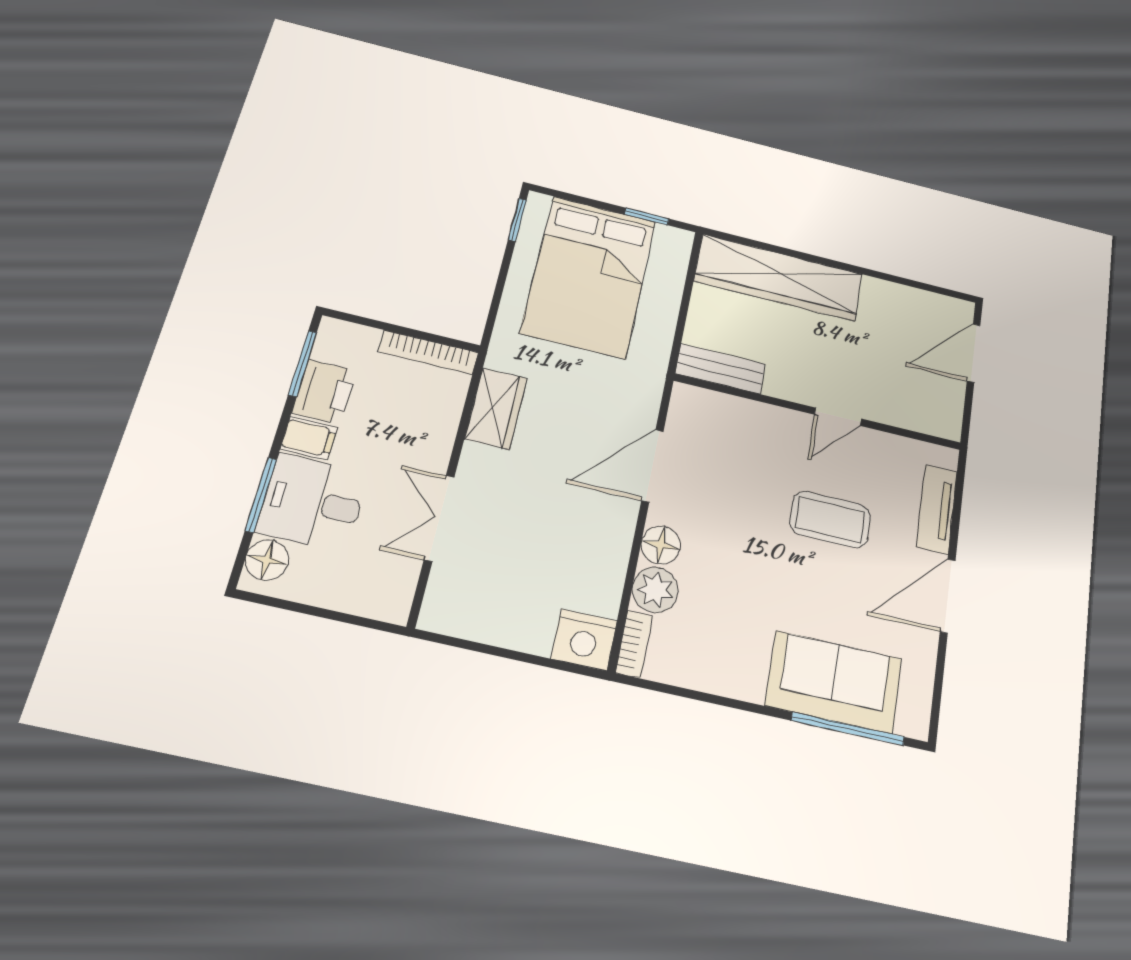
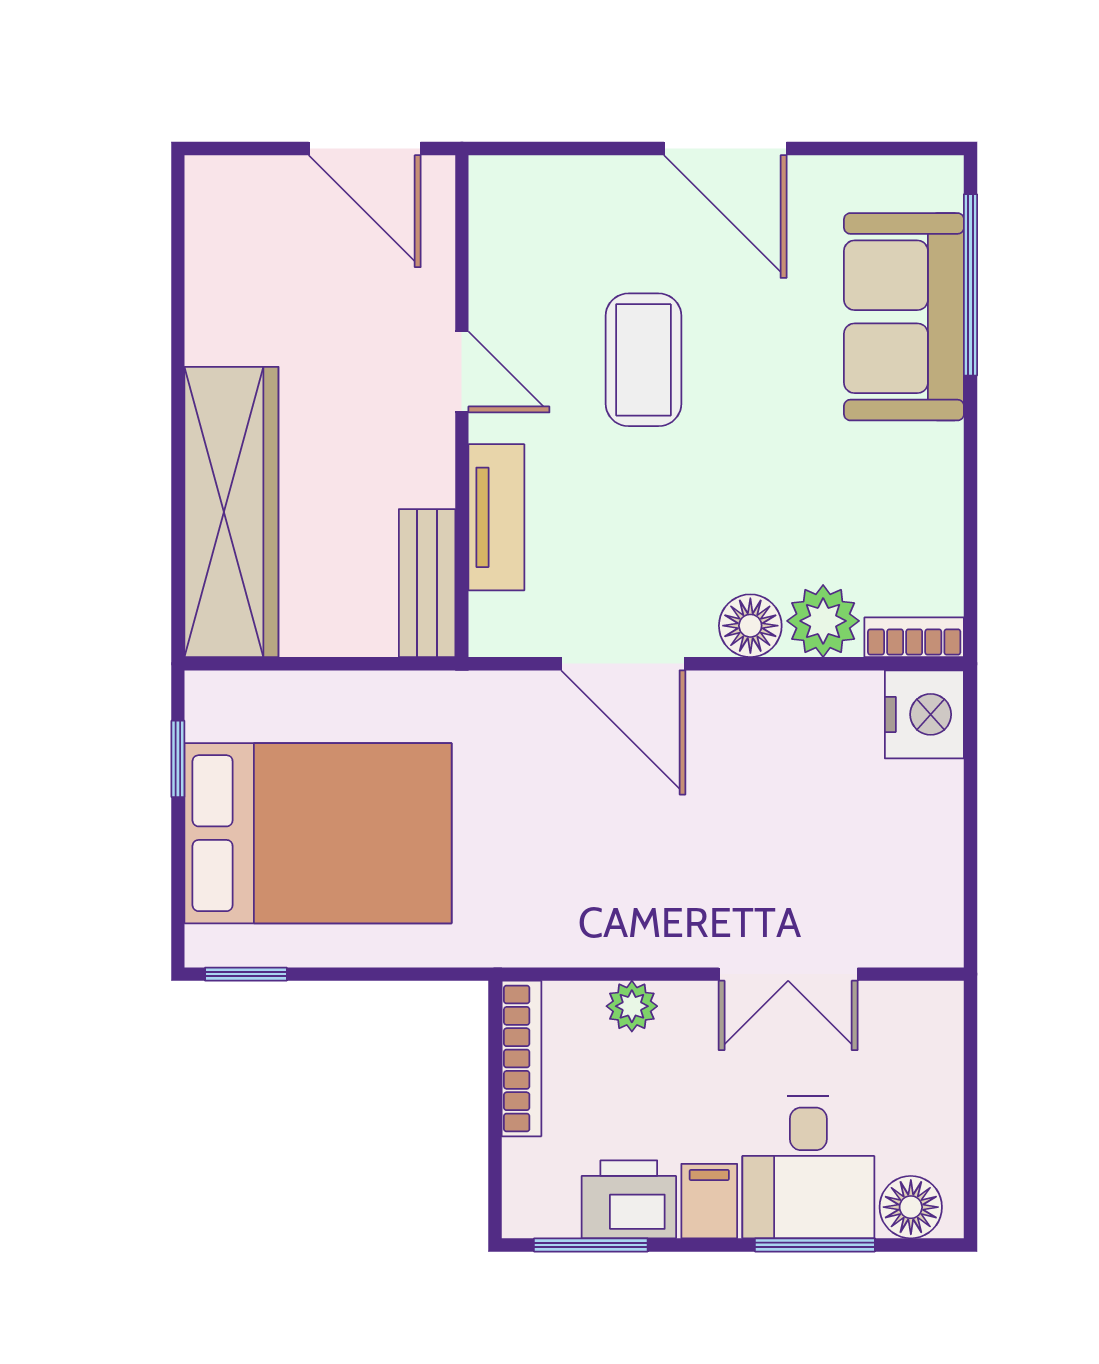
door: (974, 353) -> (365, 149), moved
wardrobe: (496, 408) -> (589, 931), removed
plant: (444, 422) -> (632, 1006), added
tv unit: (937, 509) -> (496, 517), moved, turned -90

